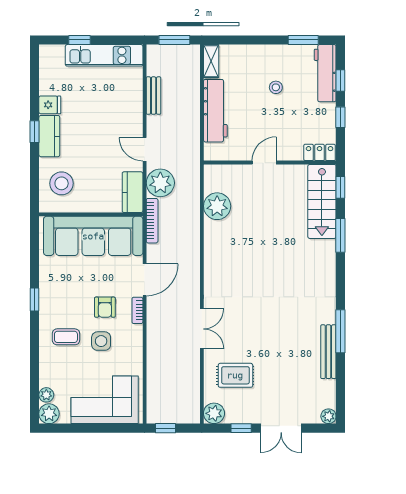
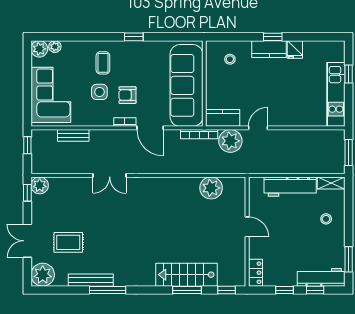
stool: (276, 87) -> (326, 219), moved
bench: (154, 96) -> (73, 135), moved
stool: (62, 183) -> (230, 59), width x0.53, depth x0.53
stairs: (322, 201) -> (186, 275), moved
rug: (235, 375) -> (68, 242), moved, turned 90
plant: (328, 416) -> (43, 275), width x1.88, depth x1.88
window: (241, 428) -> (27, 193), moved

